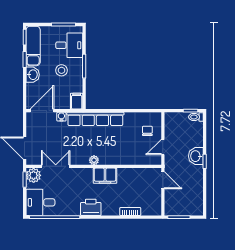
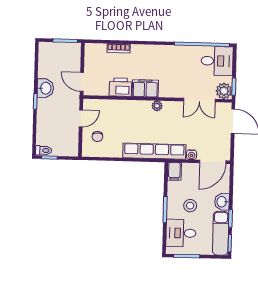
washbasin: (196, 156) -> (45, 88), moved
printer: (91, 207) -> (120, 87), moved, turned 180

